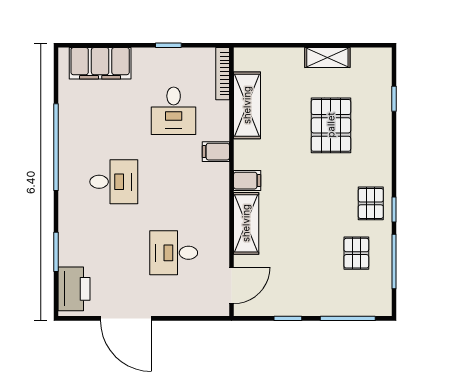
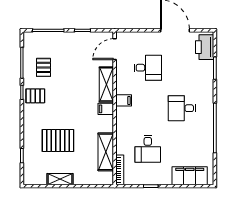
desk: (174, 111) -> (148, 149), turned 180
pallet: (331, 125) -> (58, 140), turned 90
filing cabinet: (216, 152) -> (124, 100), moved
pallet: (371, 203) -> (35, 96), turned 90

